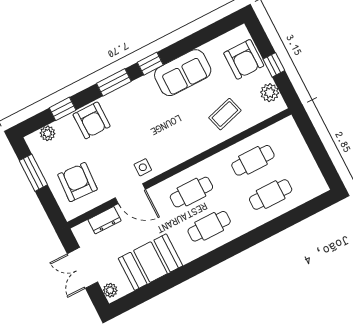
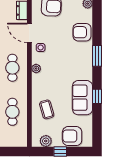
window: (150, 64) -> (97, 96), moved
window: (63, 109) -> (97, 19), removed
plant: (175, 158) -> (36, 69), added
door: (130, 194) -> (29, 33), hinge flipped

